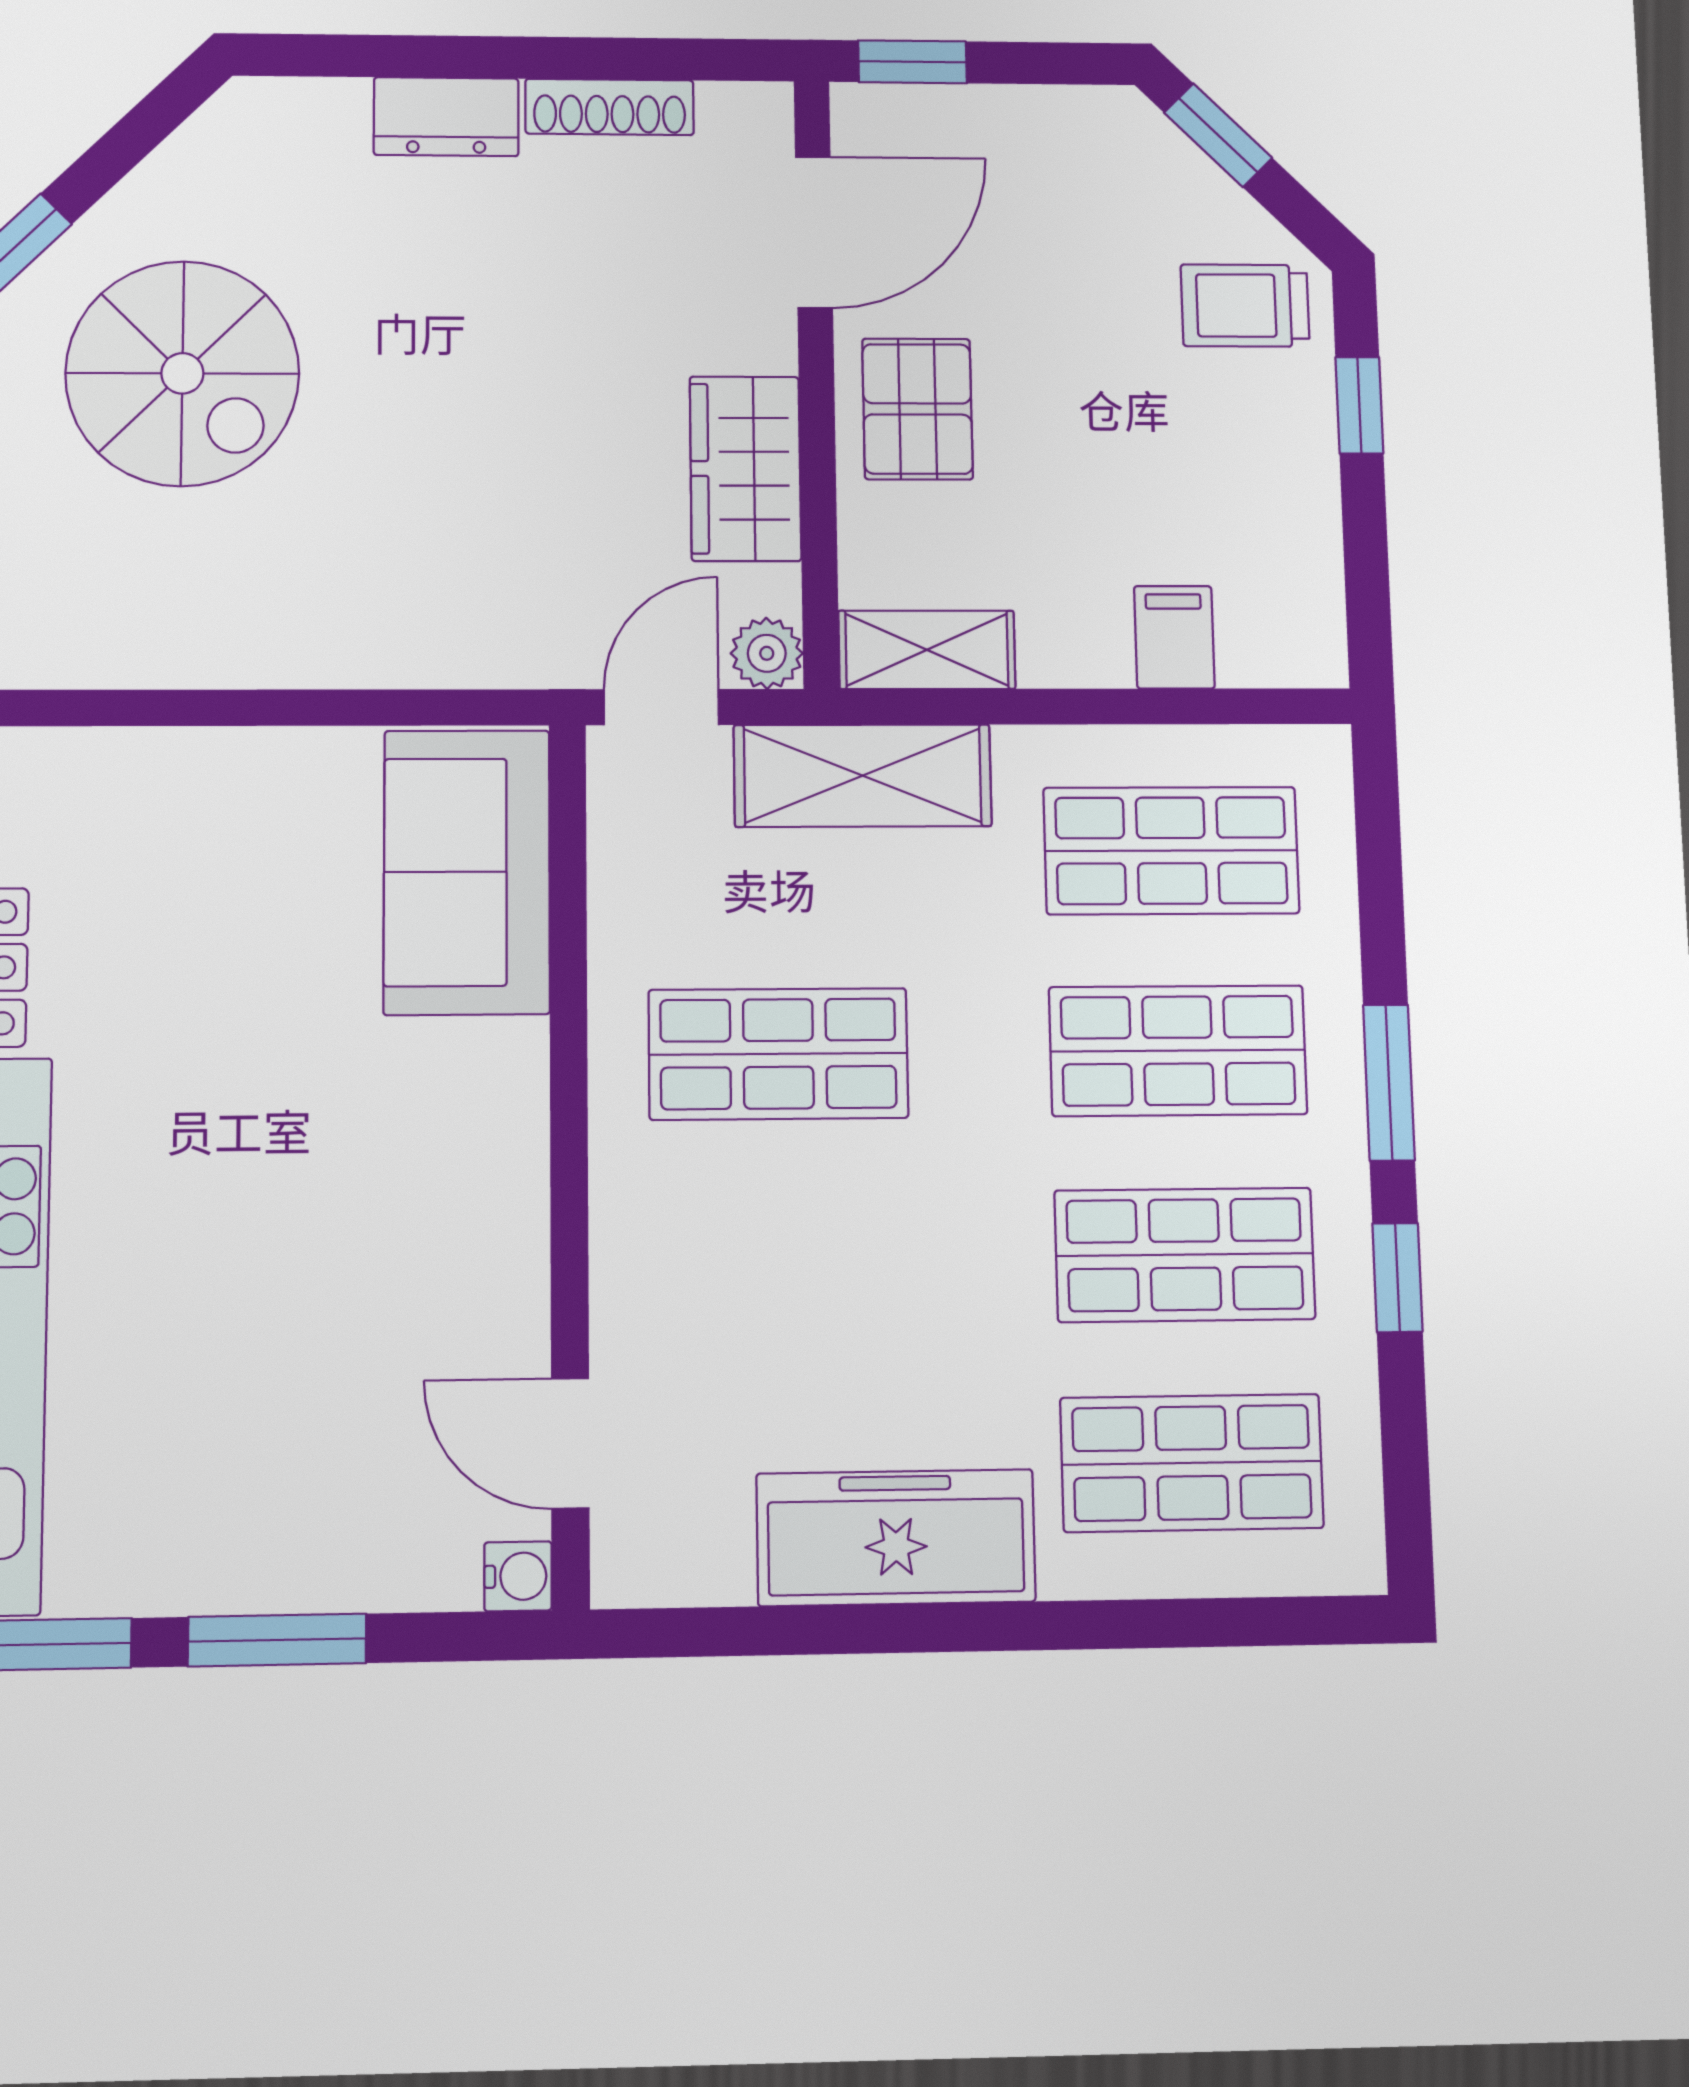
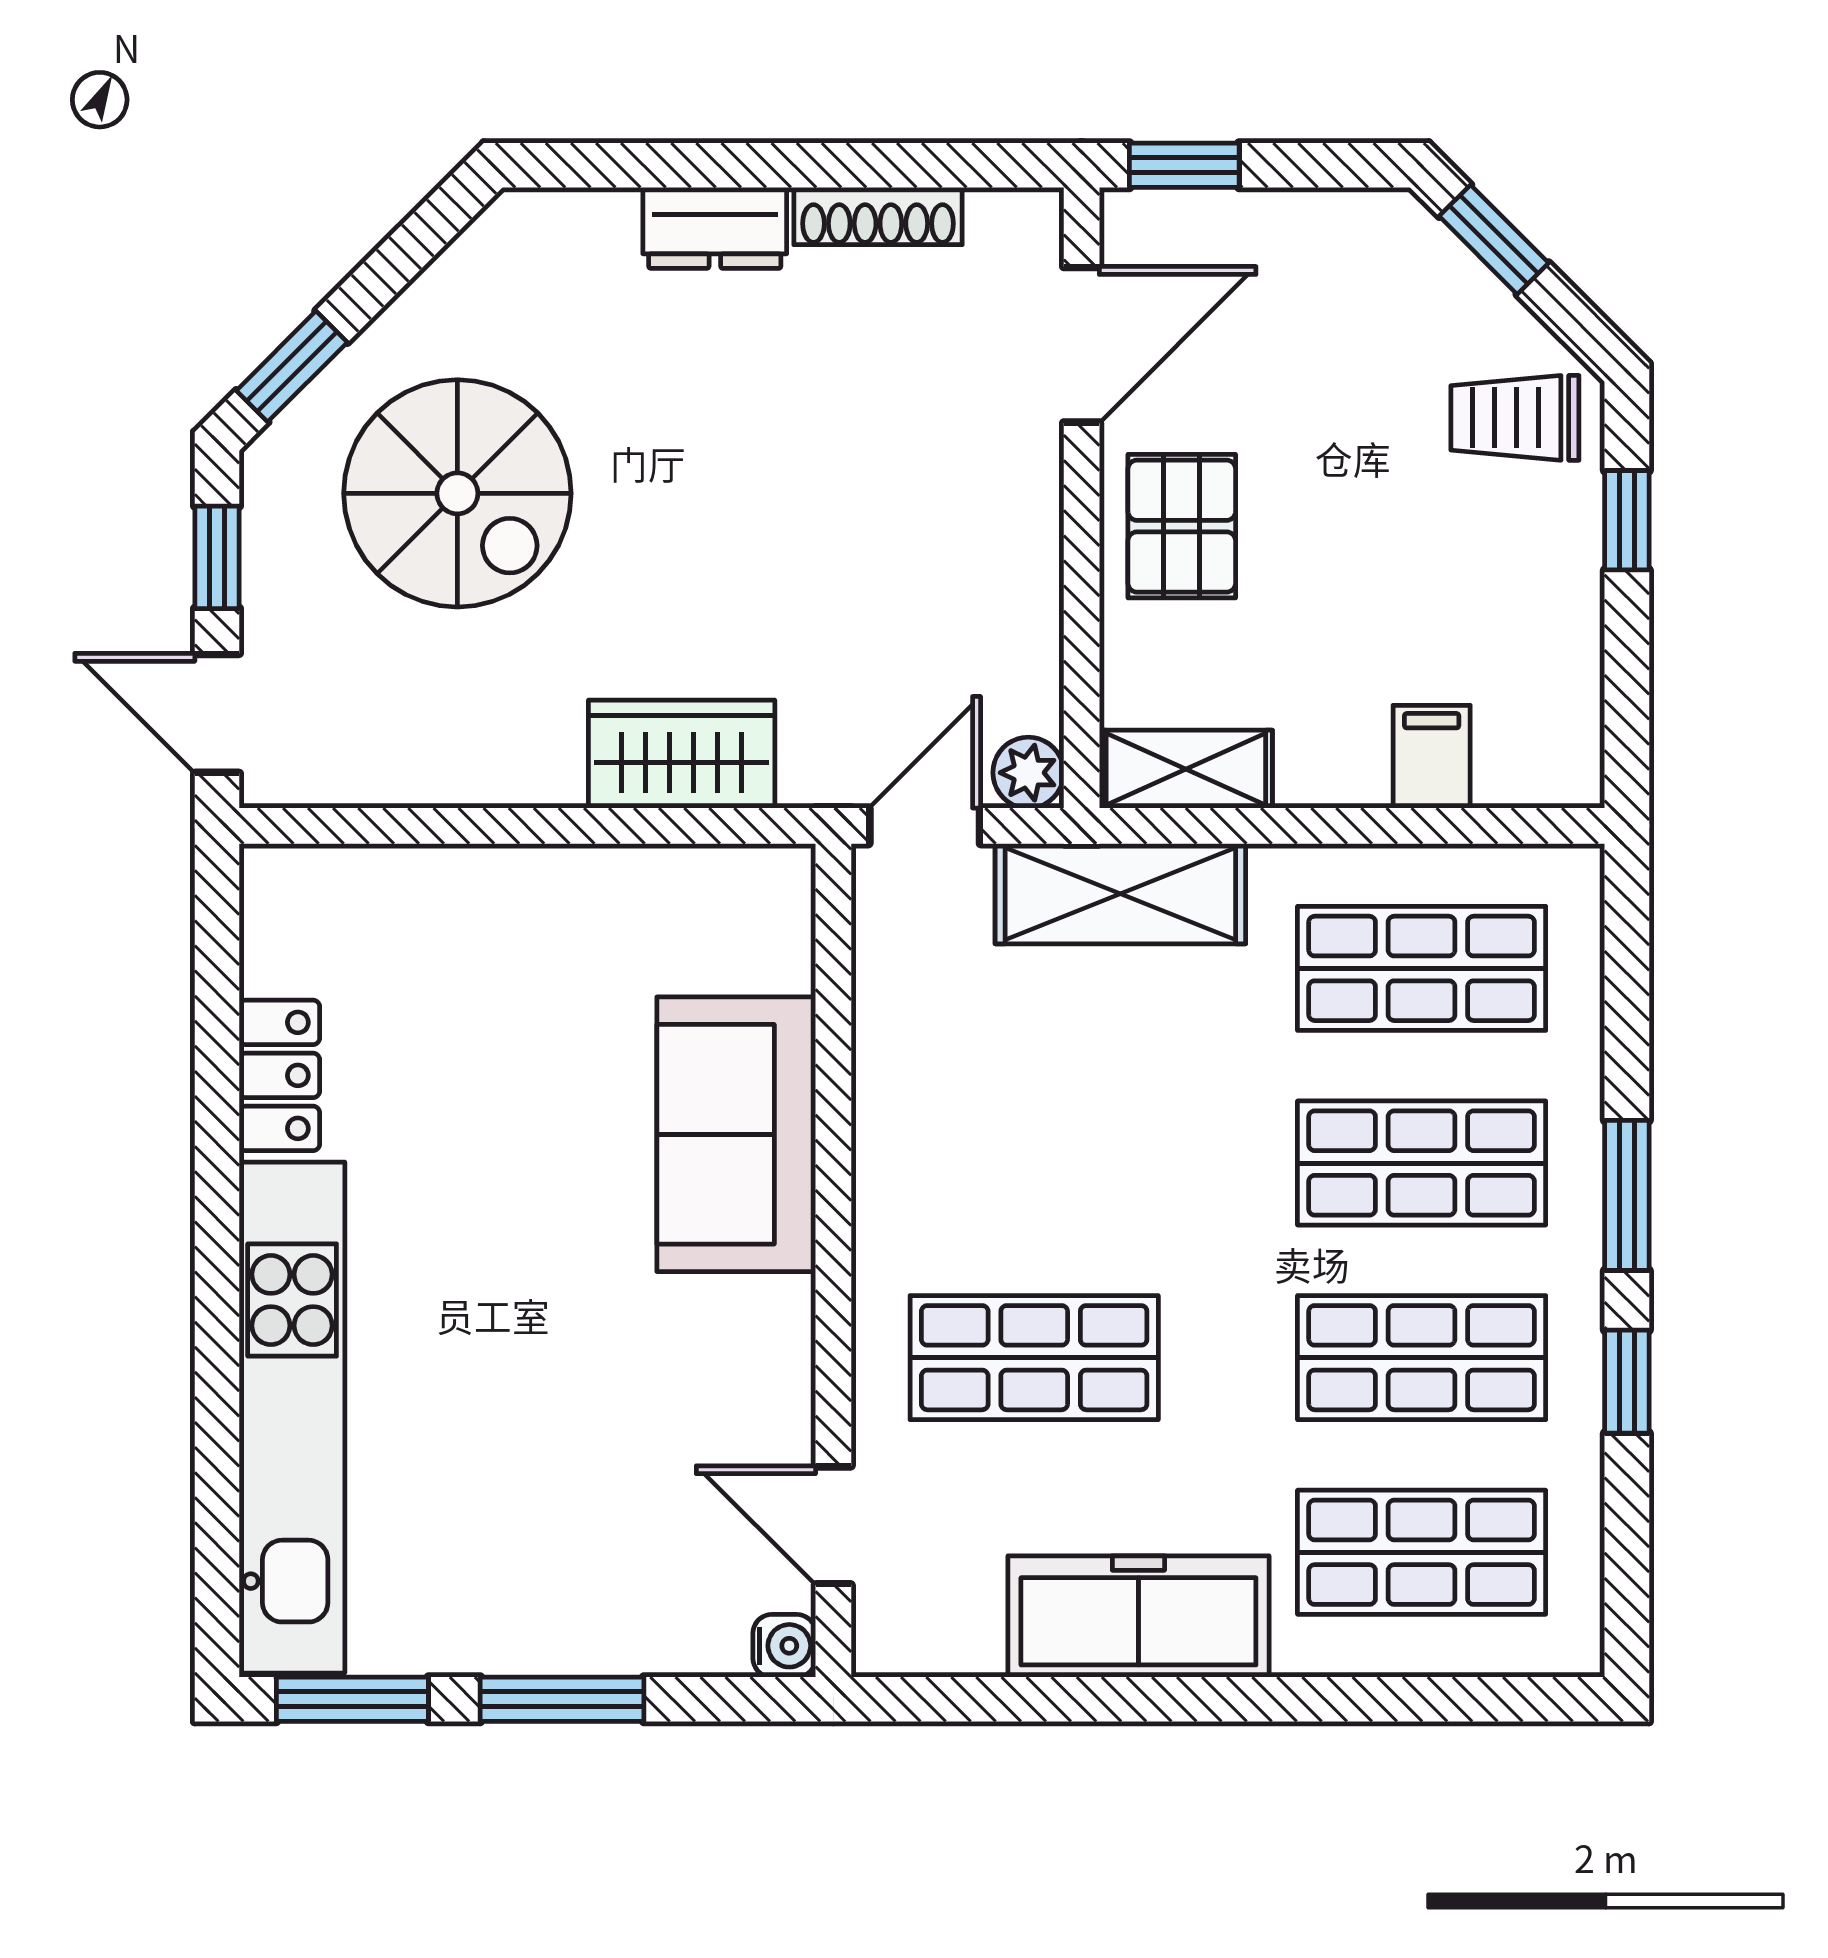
wardrobe: (745, 469) -> (682, 754), moved, turned 90
sofa: (467, 872) -> (736, 1134), moved
shop shelf: (778, 1054) -> (1034, 1358), moved

